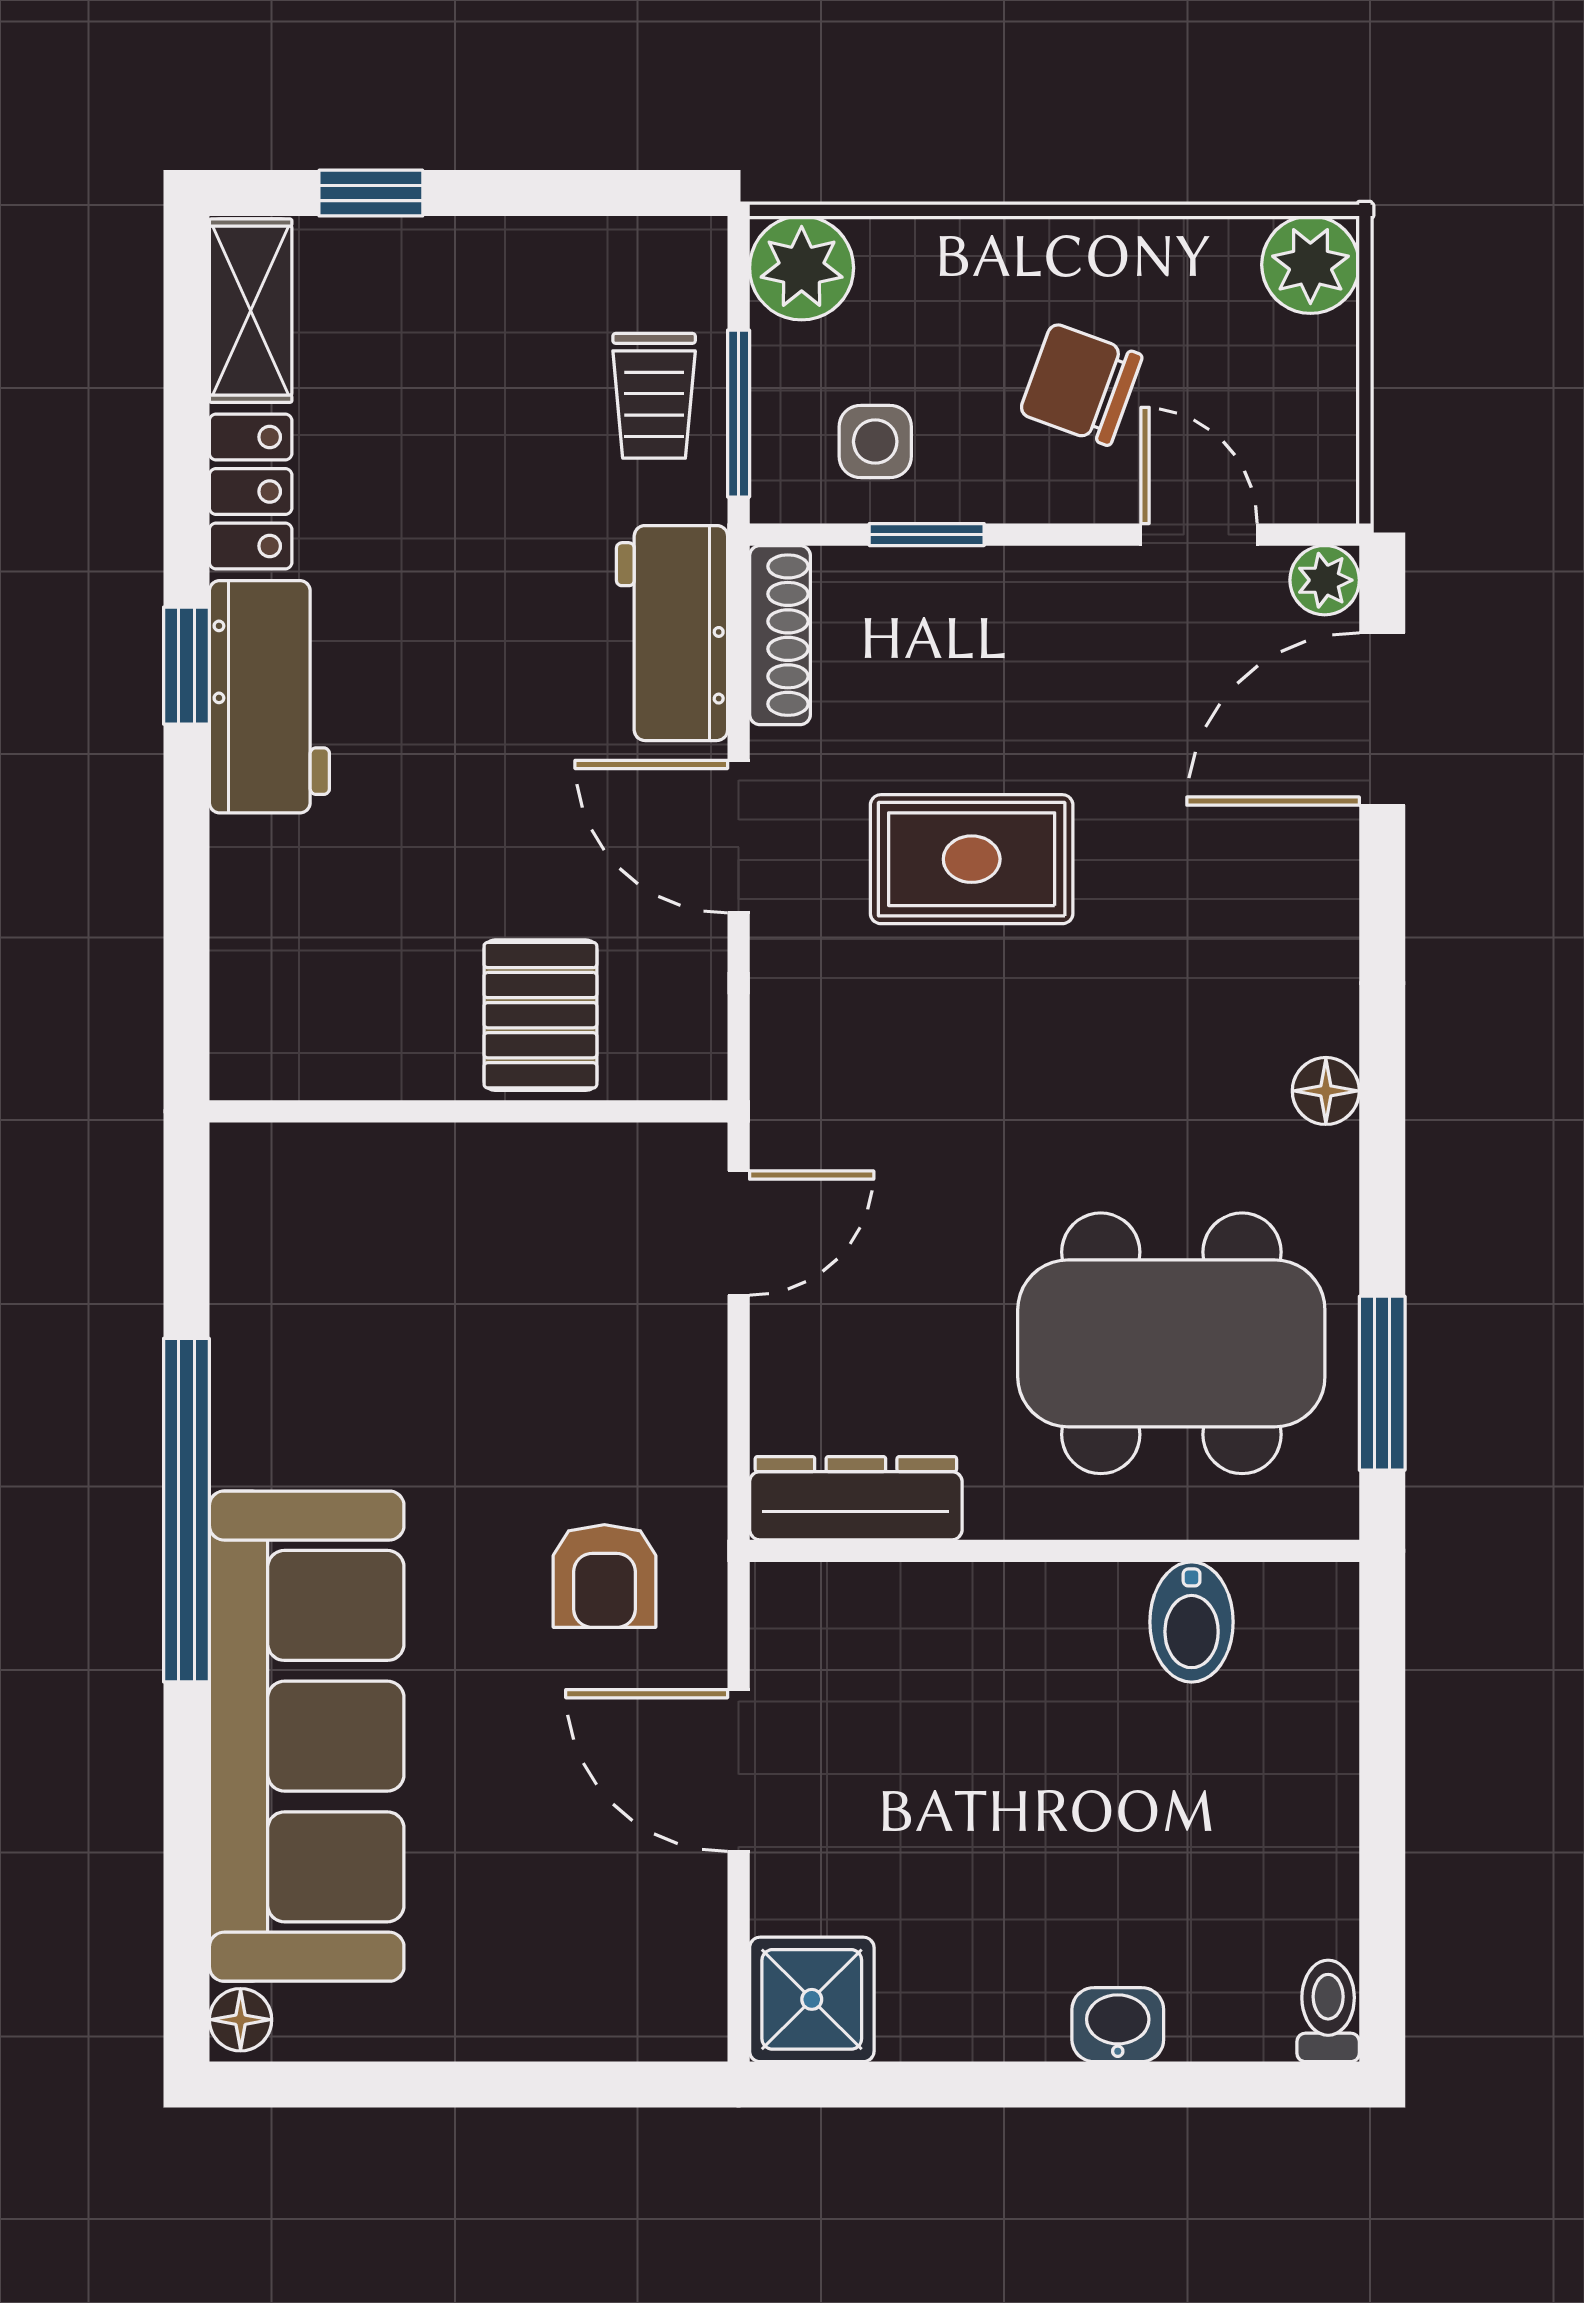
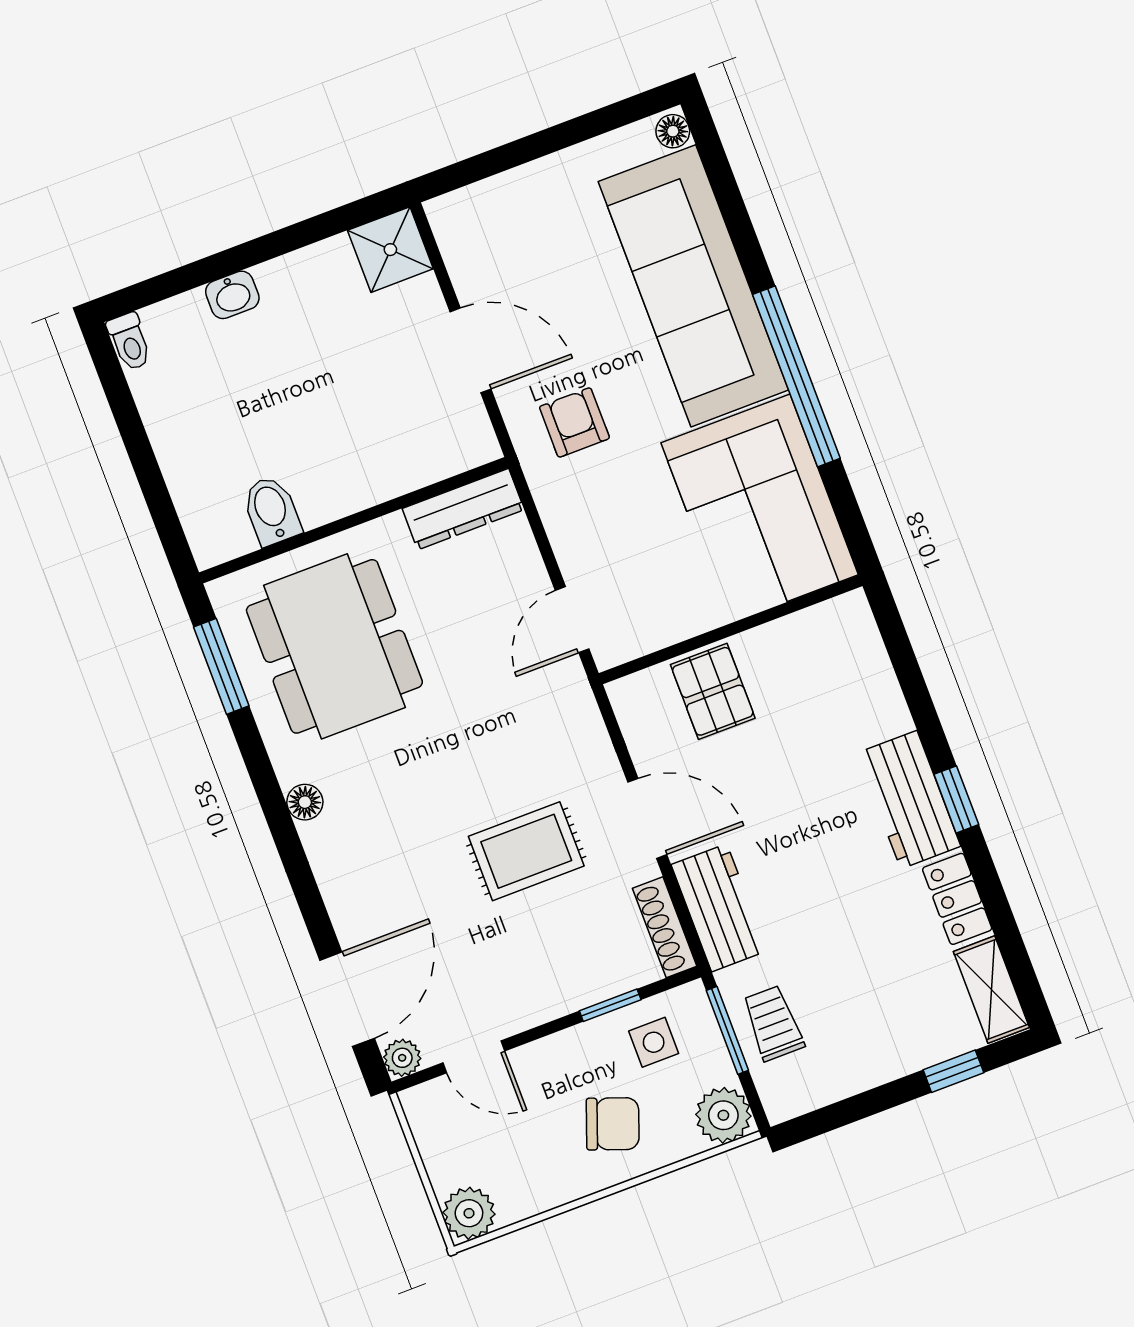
chair: (1081, 384) -> (613, 1124), moved
corner sofa: (338, 1303) -> (760, 509), added
dining table: (1171, 1343) -> (334, 646), turned 90

